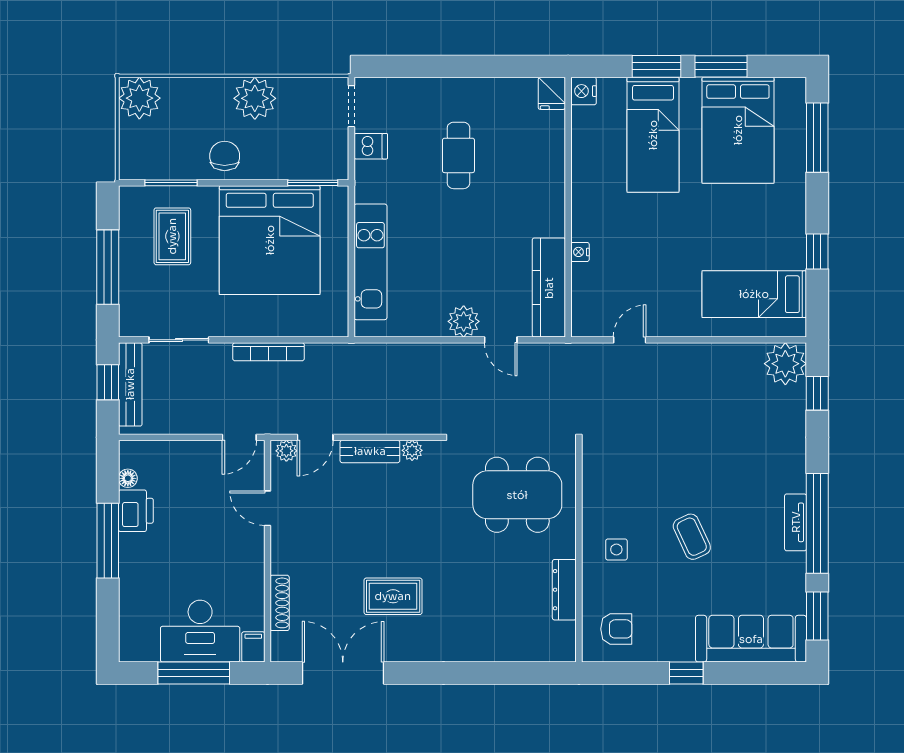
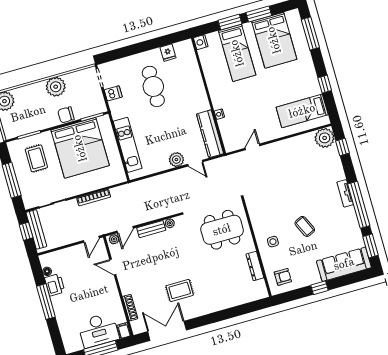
fridge: (552, 93) -> (168, 53), moved
cafe table: (458, 155) -> (153, 86), width x1.37, depth x1.35
chair: (225, 156) -> (66, 115), moved, turned -90
tv unit: (796, 522) -> (345, 193), moved

